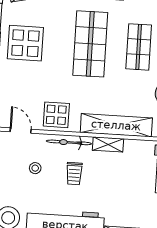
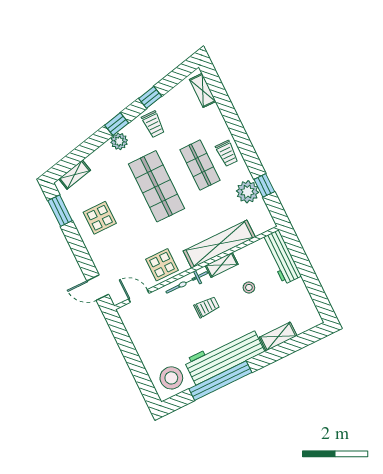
display table: (25, 43) -> (100, 218), width x0.73, depth x0.73
stool: (35, 168) -> (249, 287), moved
trolley: (74, 174) -> (207, 307), turned -90

